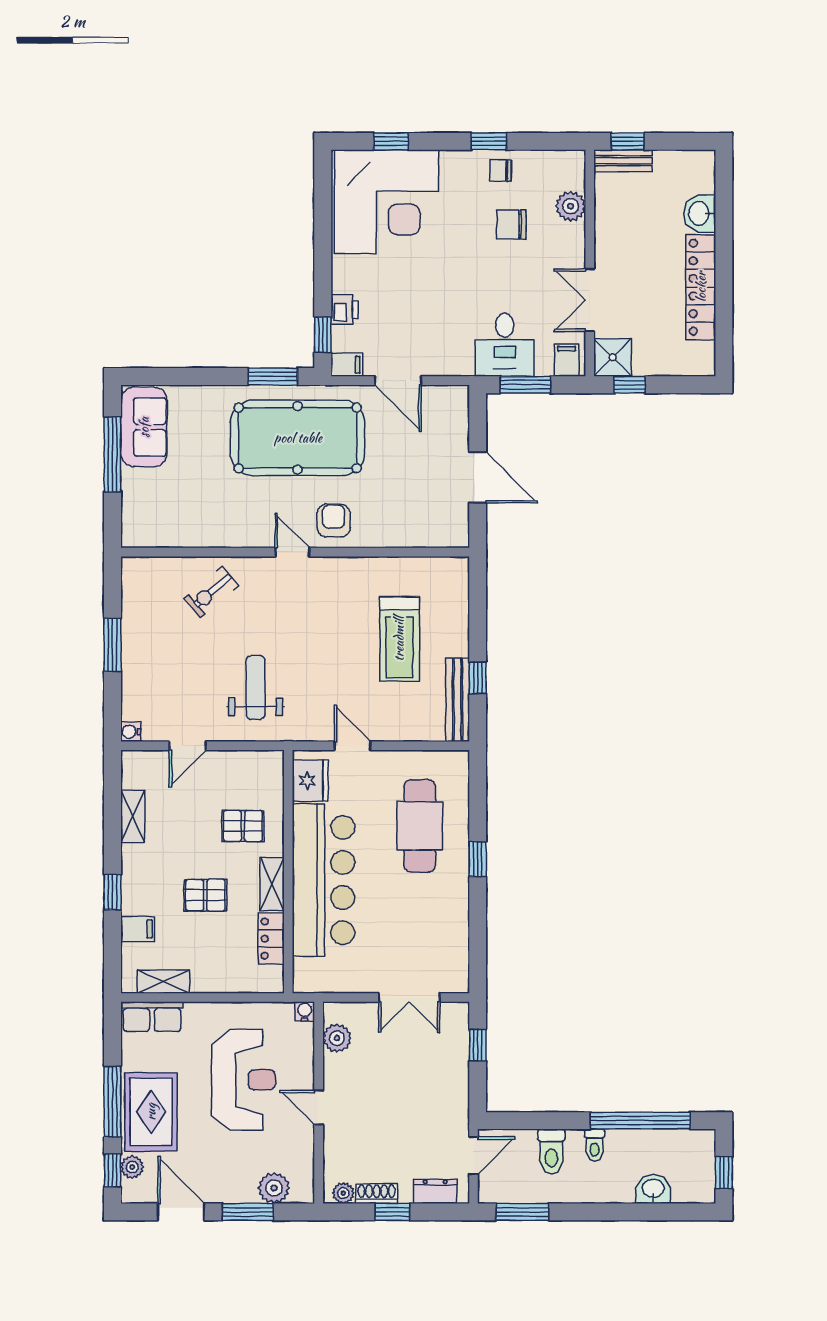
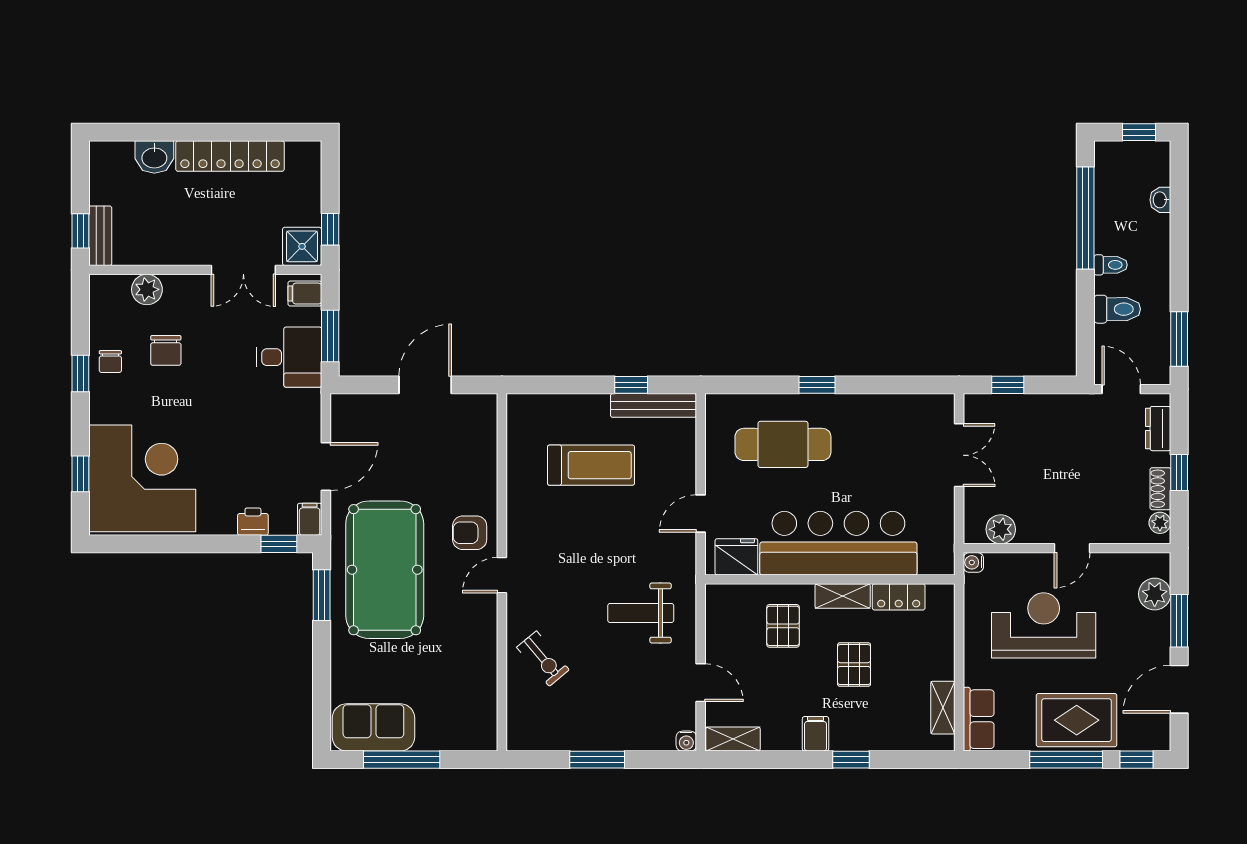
shelving: (133, 816) -> (733, 739), moved
filing cabinet: (138, 929) -> (816, 734), moved
plant: (132, 1167) -> (1133, 740), removed
washbasin: (653, 1189) -> (1160, 200), width x0.72, depth x0.69

